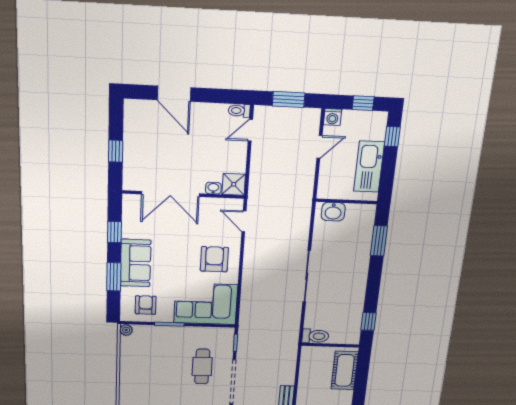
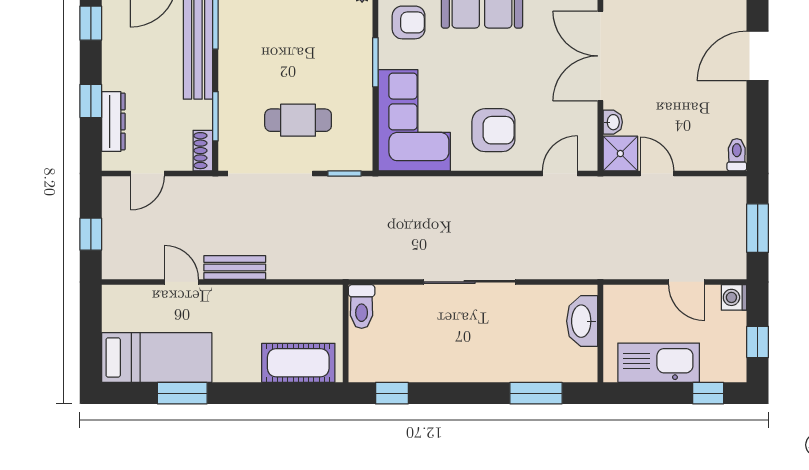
door: (250, 130) -> (657, 174), moved
washbasin: (333, 212) -> (582, 321), width x1.38

